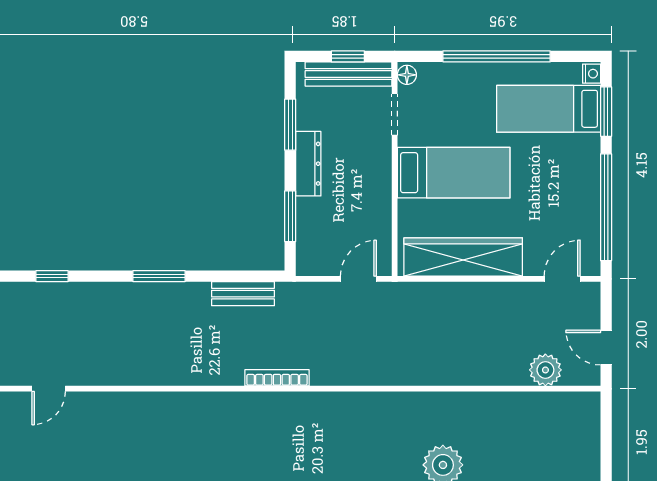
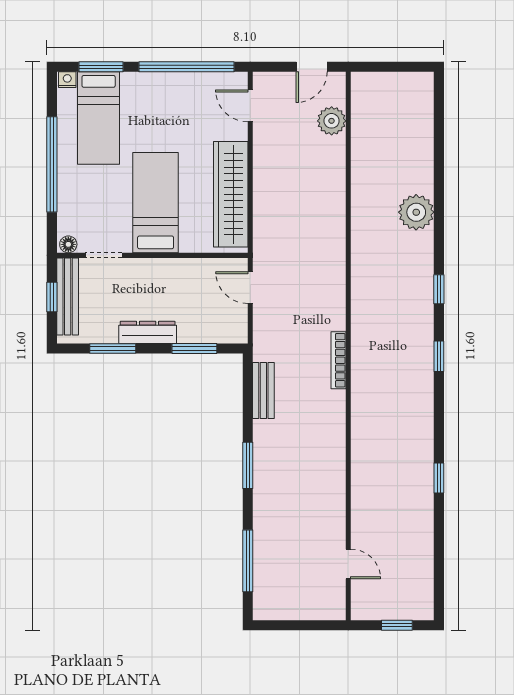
window: (52, 276) -> (248, 561), width x2.17

